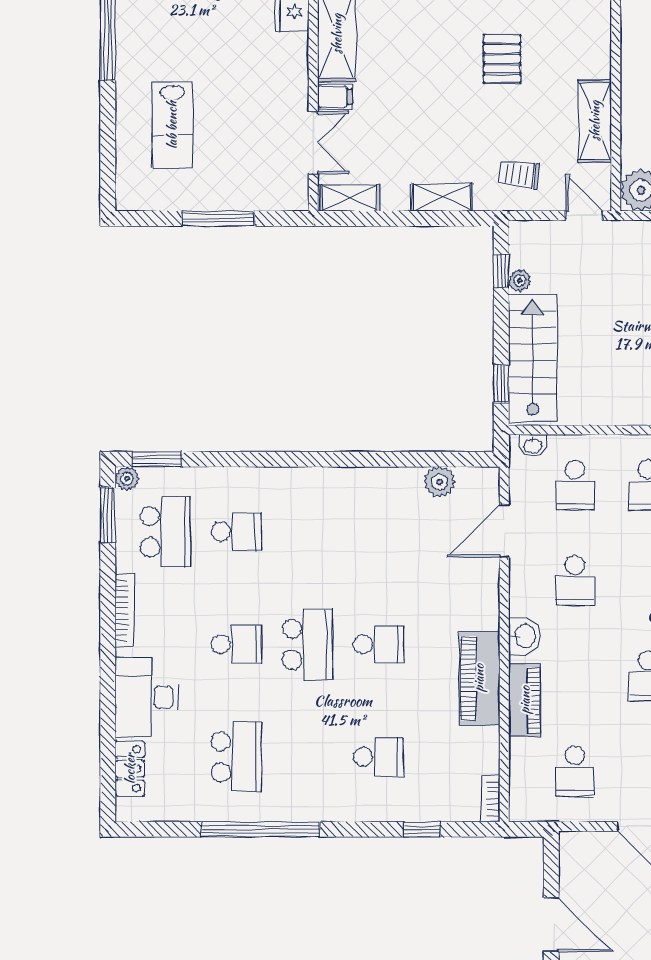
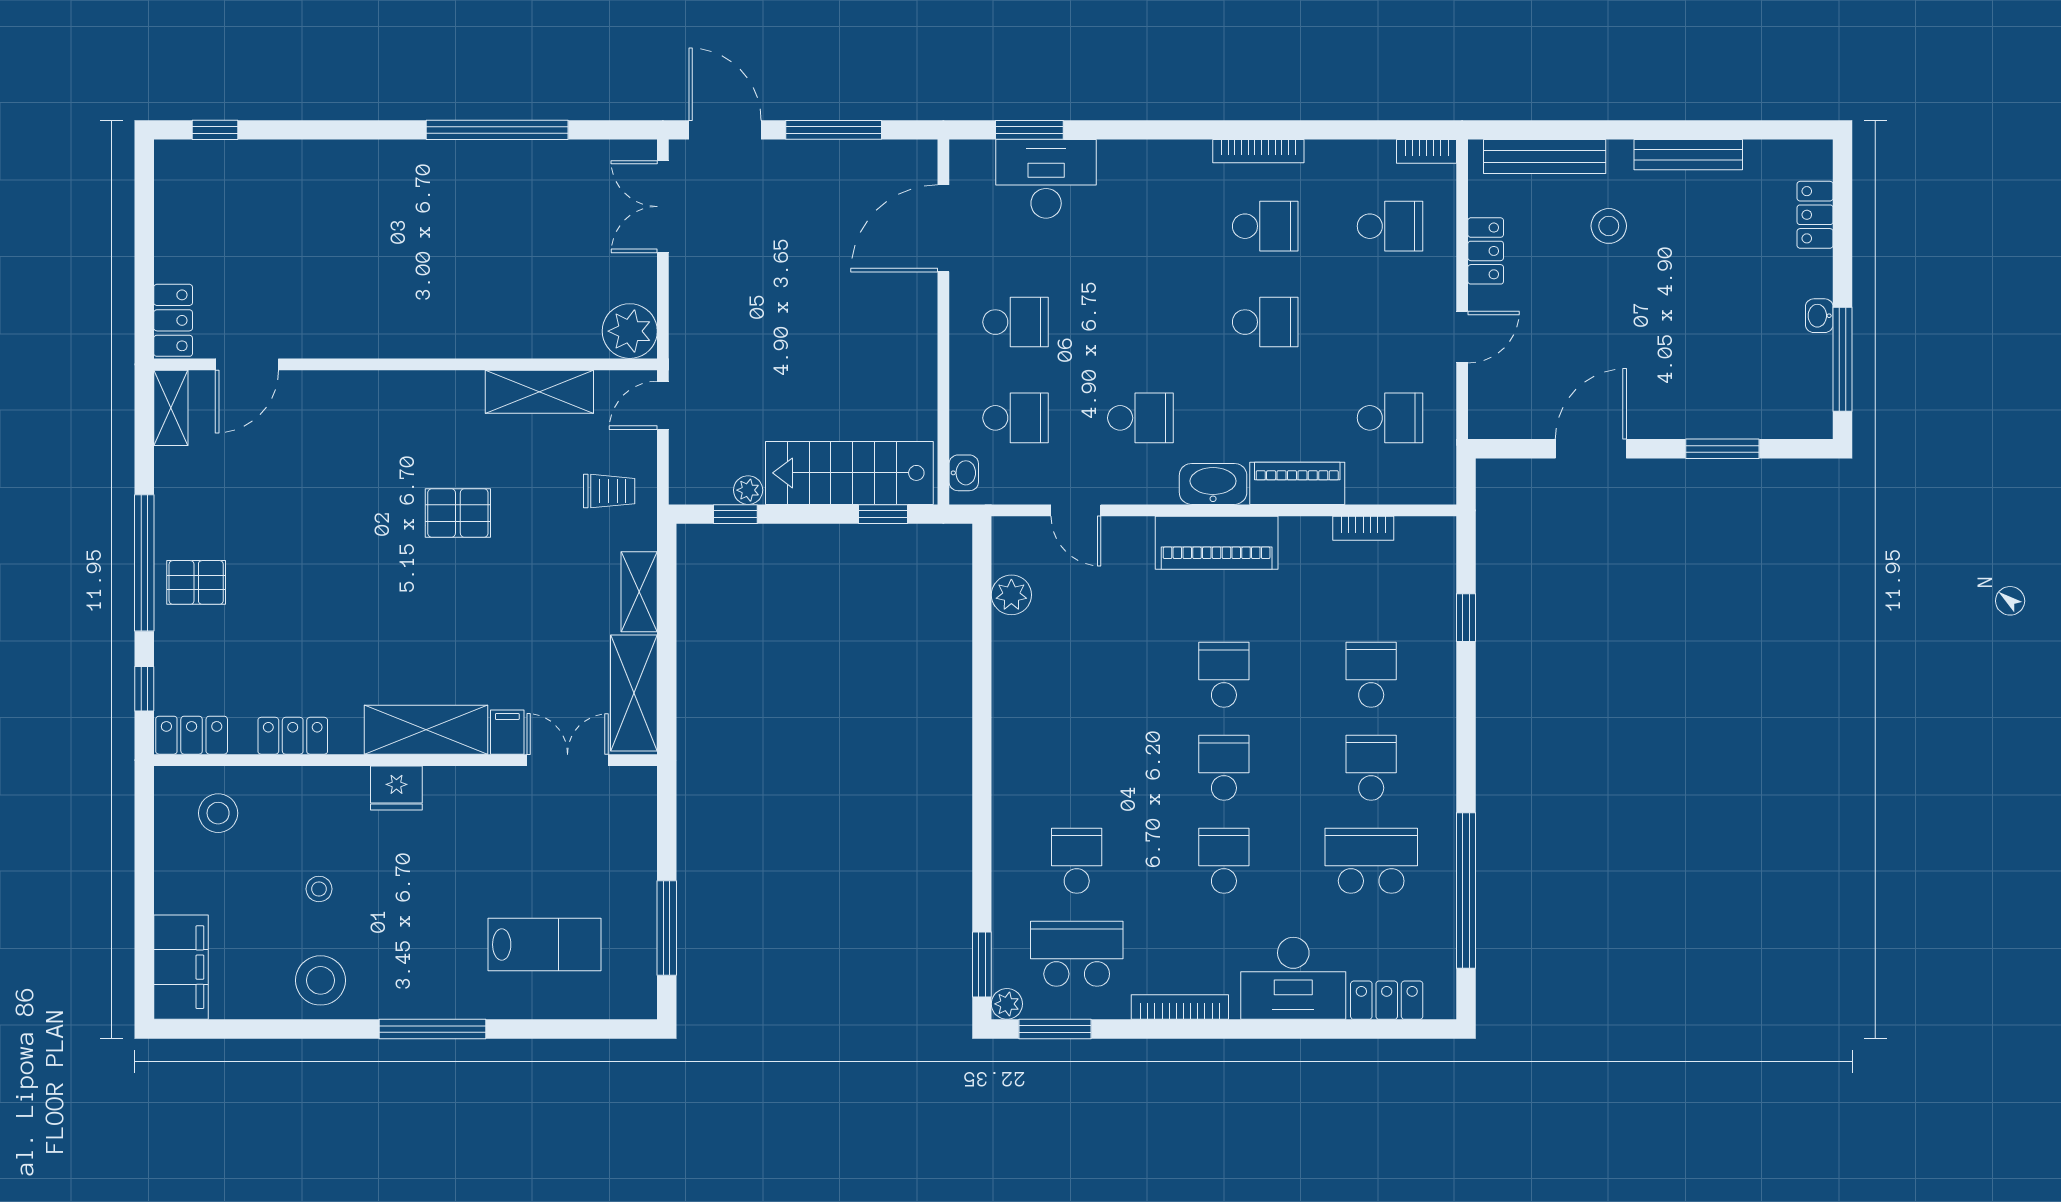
trolley: (519, 174) -> (609, 491), turned -96
shelving: (350, 198) -> (634, 693), width x1.50, depth x1.33
window: (218, 218) -> (667, 928), moved
door: (504, 531) -> (1076, 510), width x0.73
washbasin: (524, 636) -> (1213, 484), width x1.38
school desk: (307, 644) -> (1224, 768), width x0.54
piano: (479, 678) -> (1217, 543), moved
school desk: (307, 757) -> (1371, 768), added
bookcase: (490, 799) -> (1363, 528), moved
window: (260, 829) -> (1466, 891), moved

